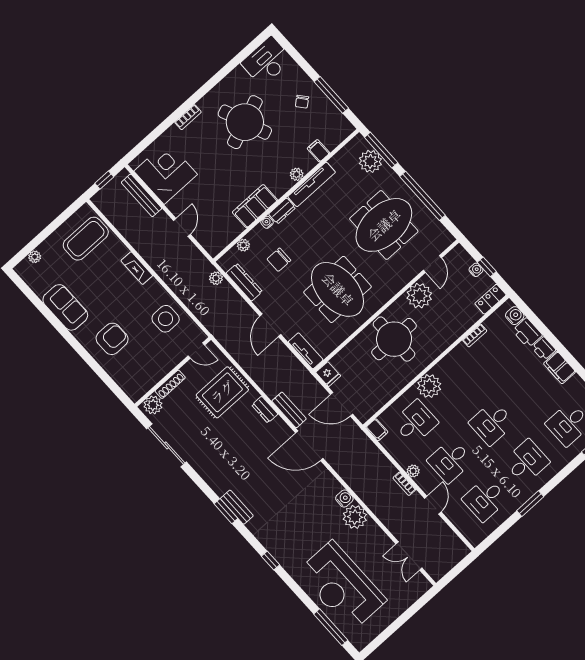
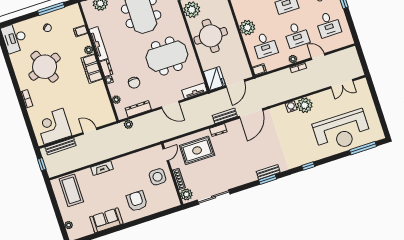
filing cabinet: (255, 206) -> (92, 69), moved
side table: (166, 319) -> (158, 177), moved
fridge: (328, 374) -> (215, 79), width x1.88, depth x1.34
rug: (222, 392) -> (197, 150), turned 90
desk: (415, 422) -> (265, 45), turned 180

